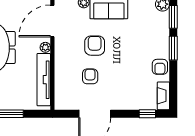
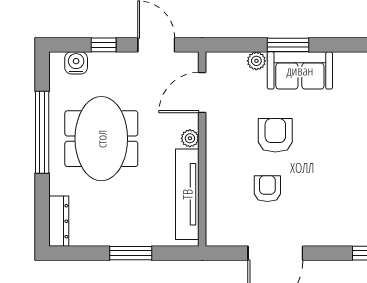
door: (52, 21) -> (202, 93), width x0.73

